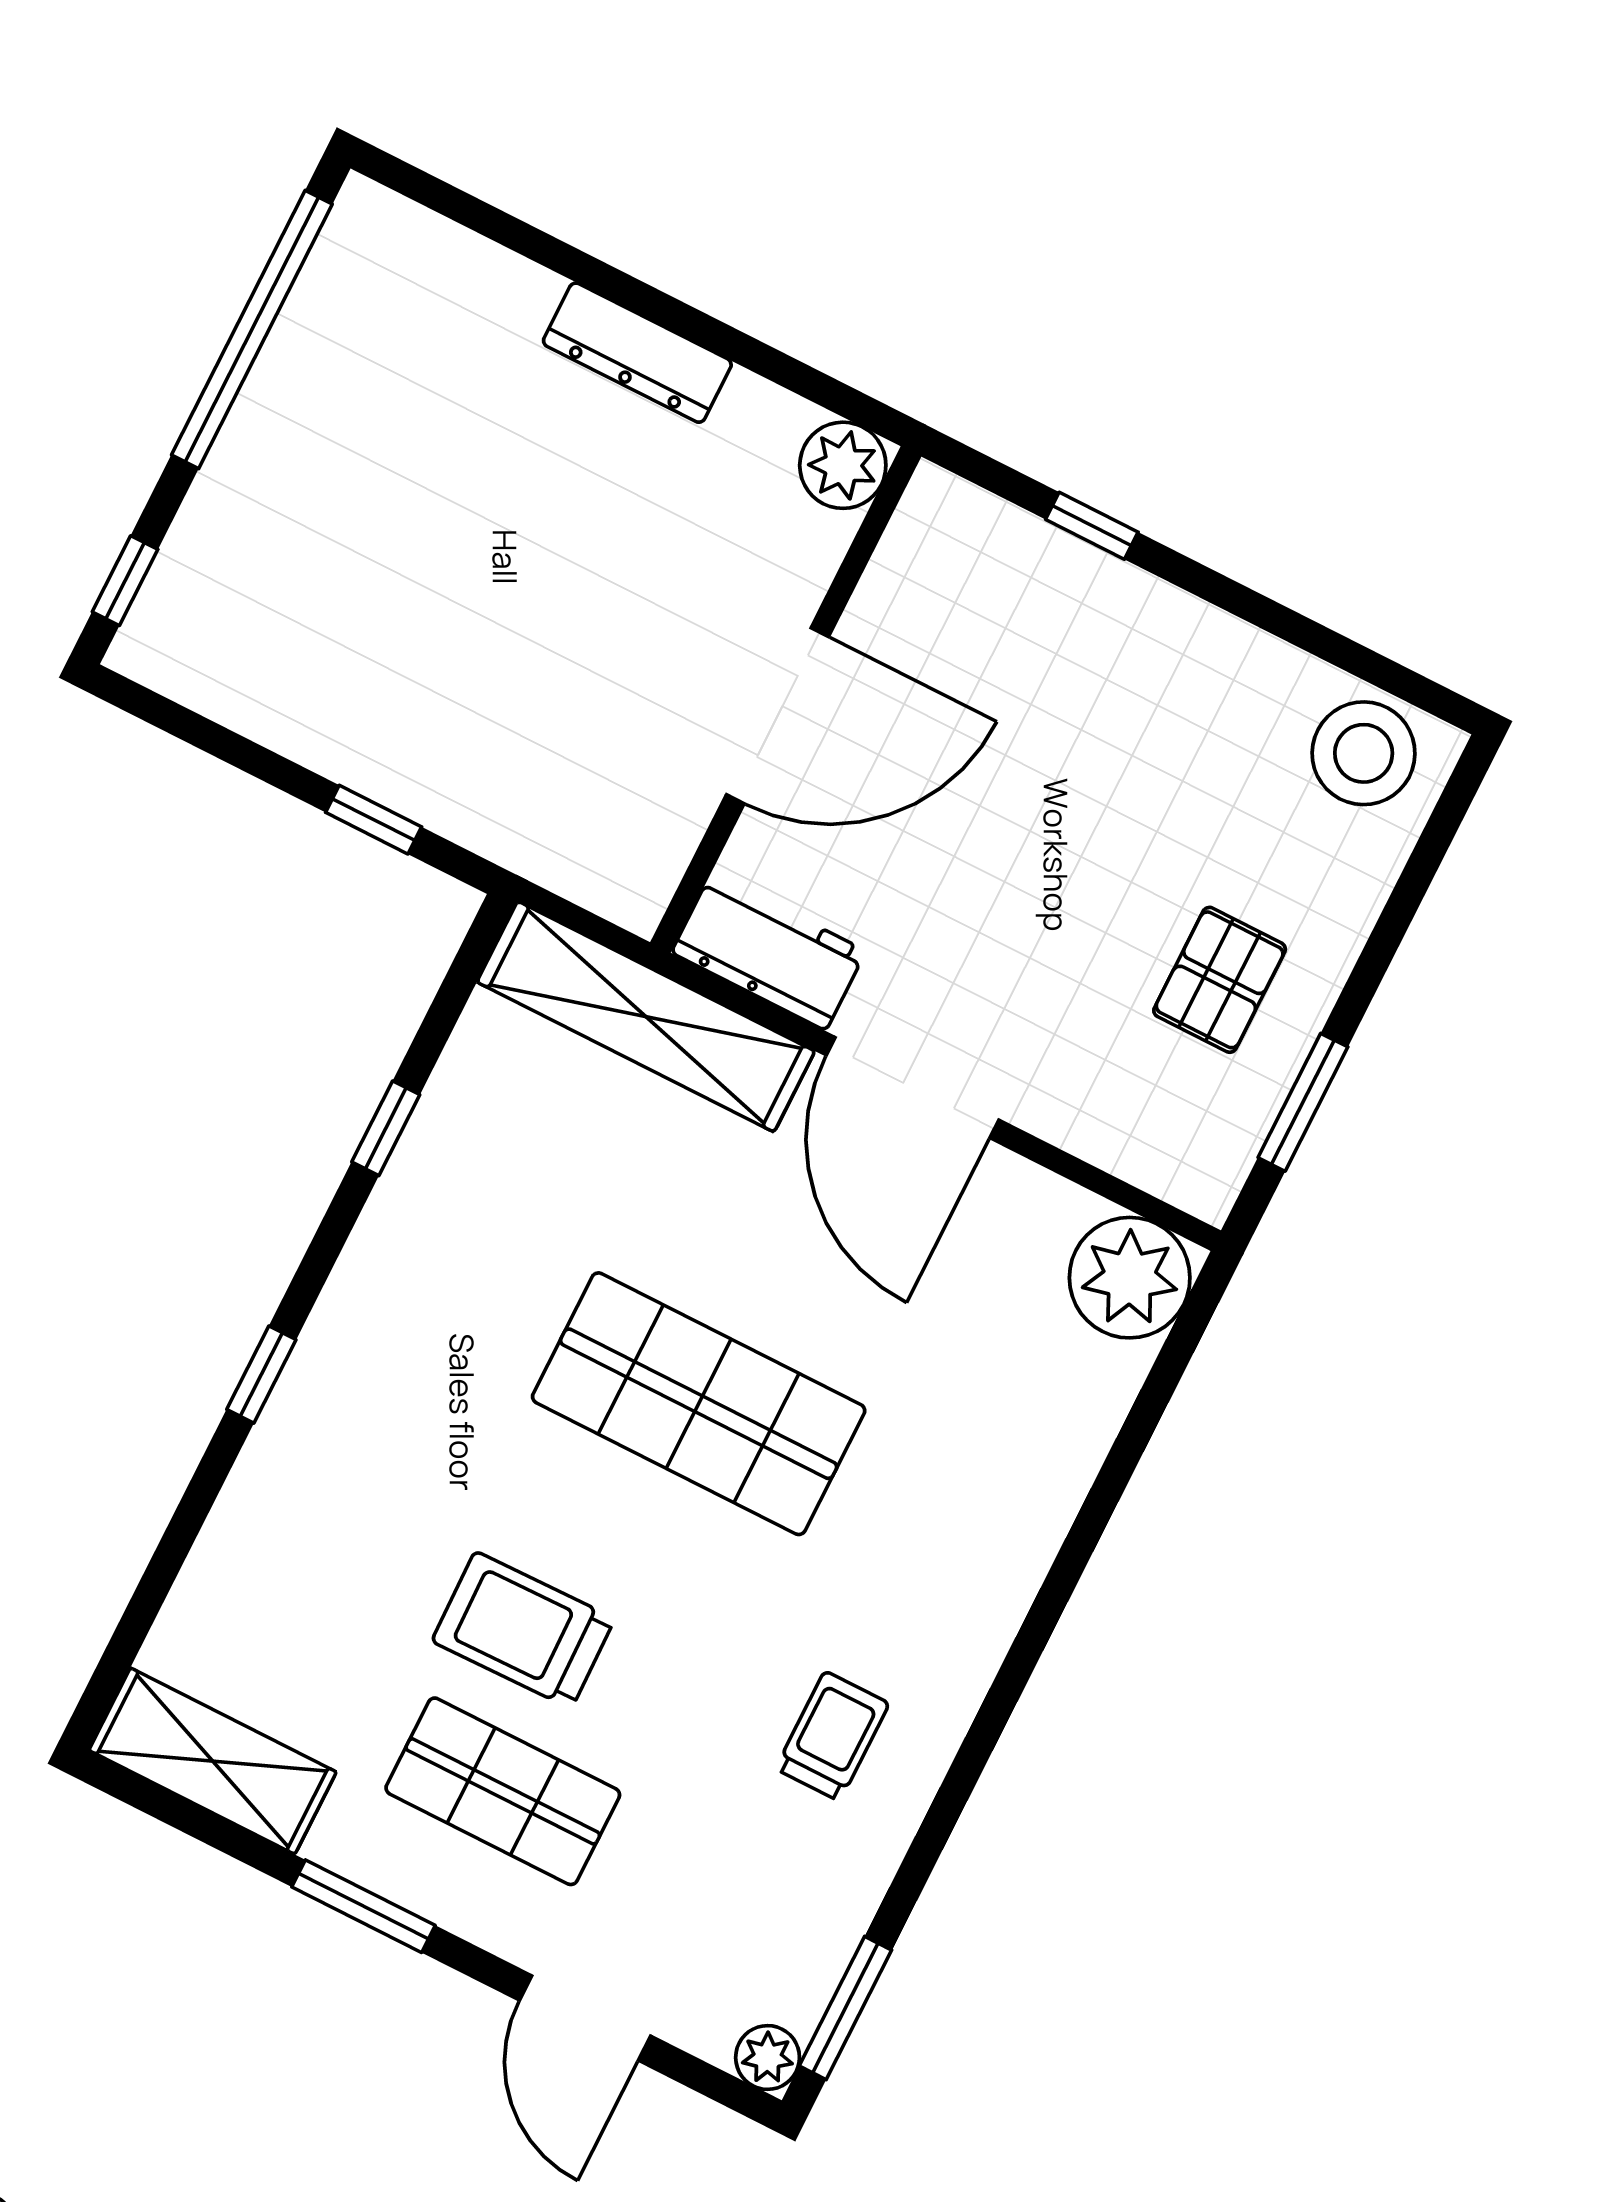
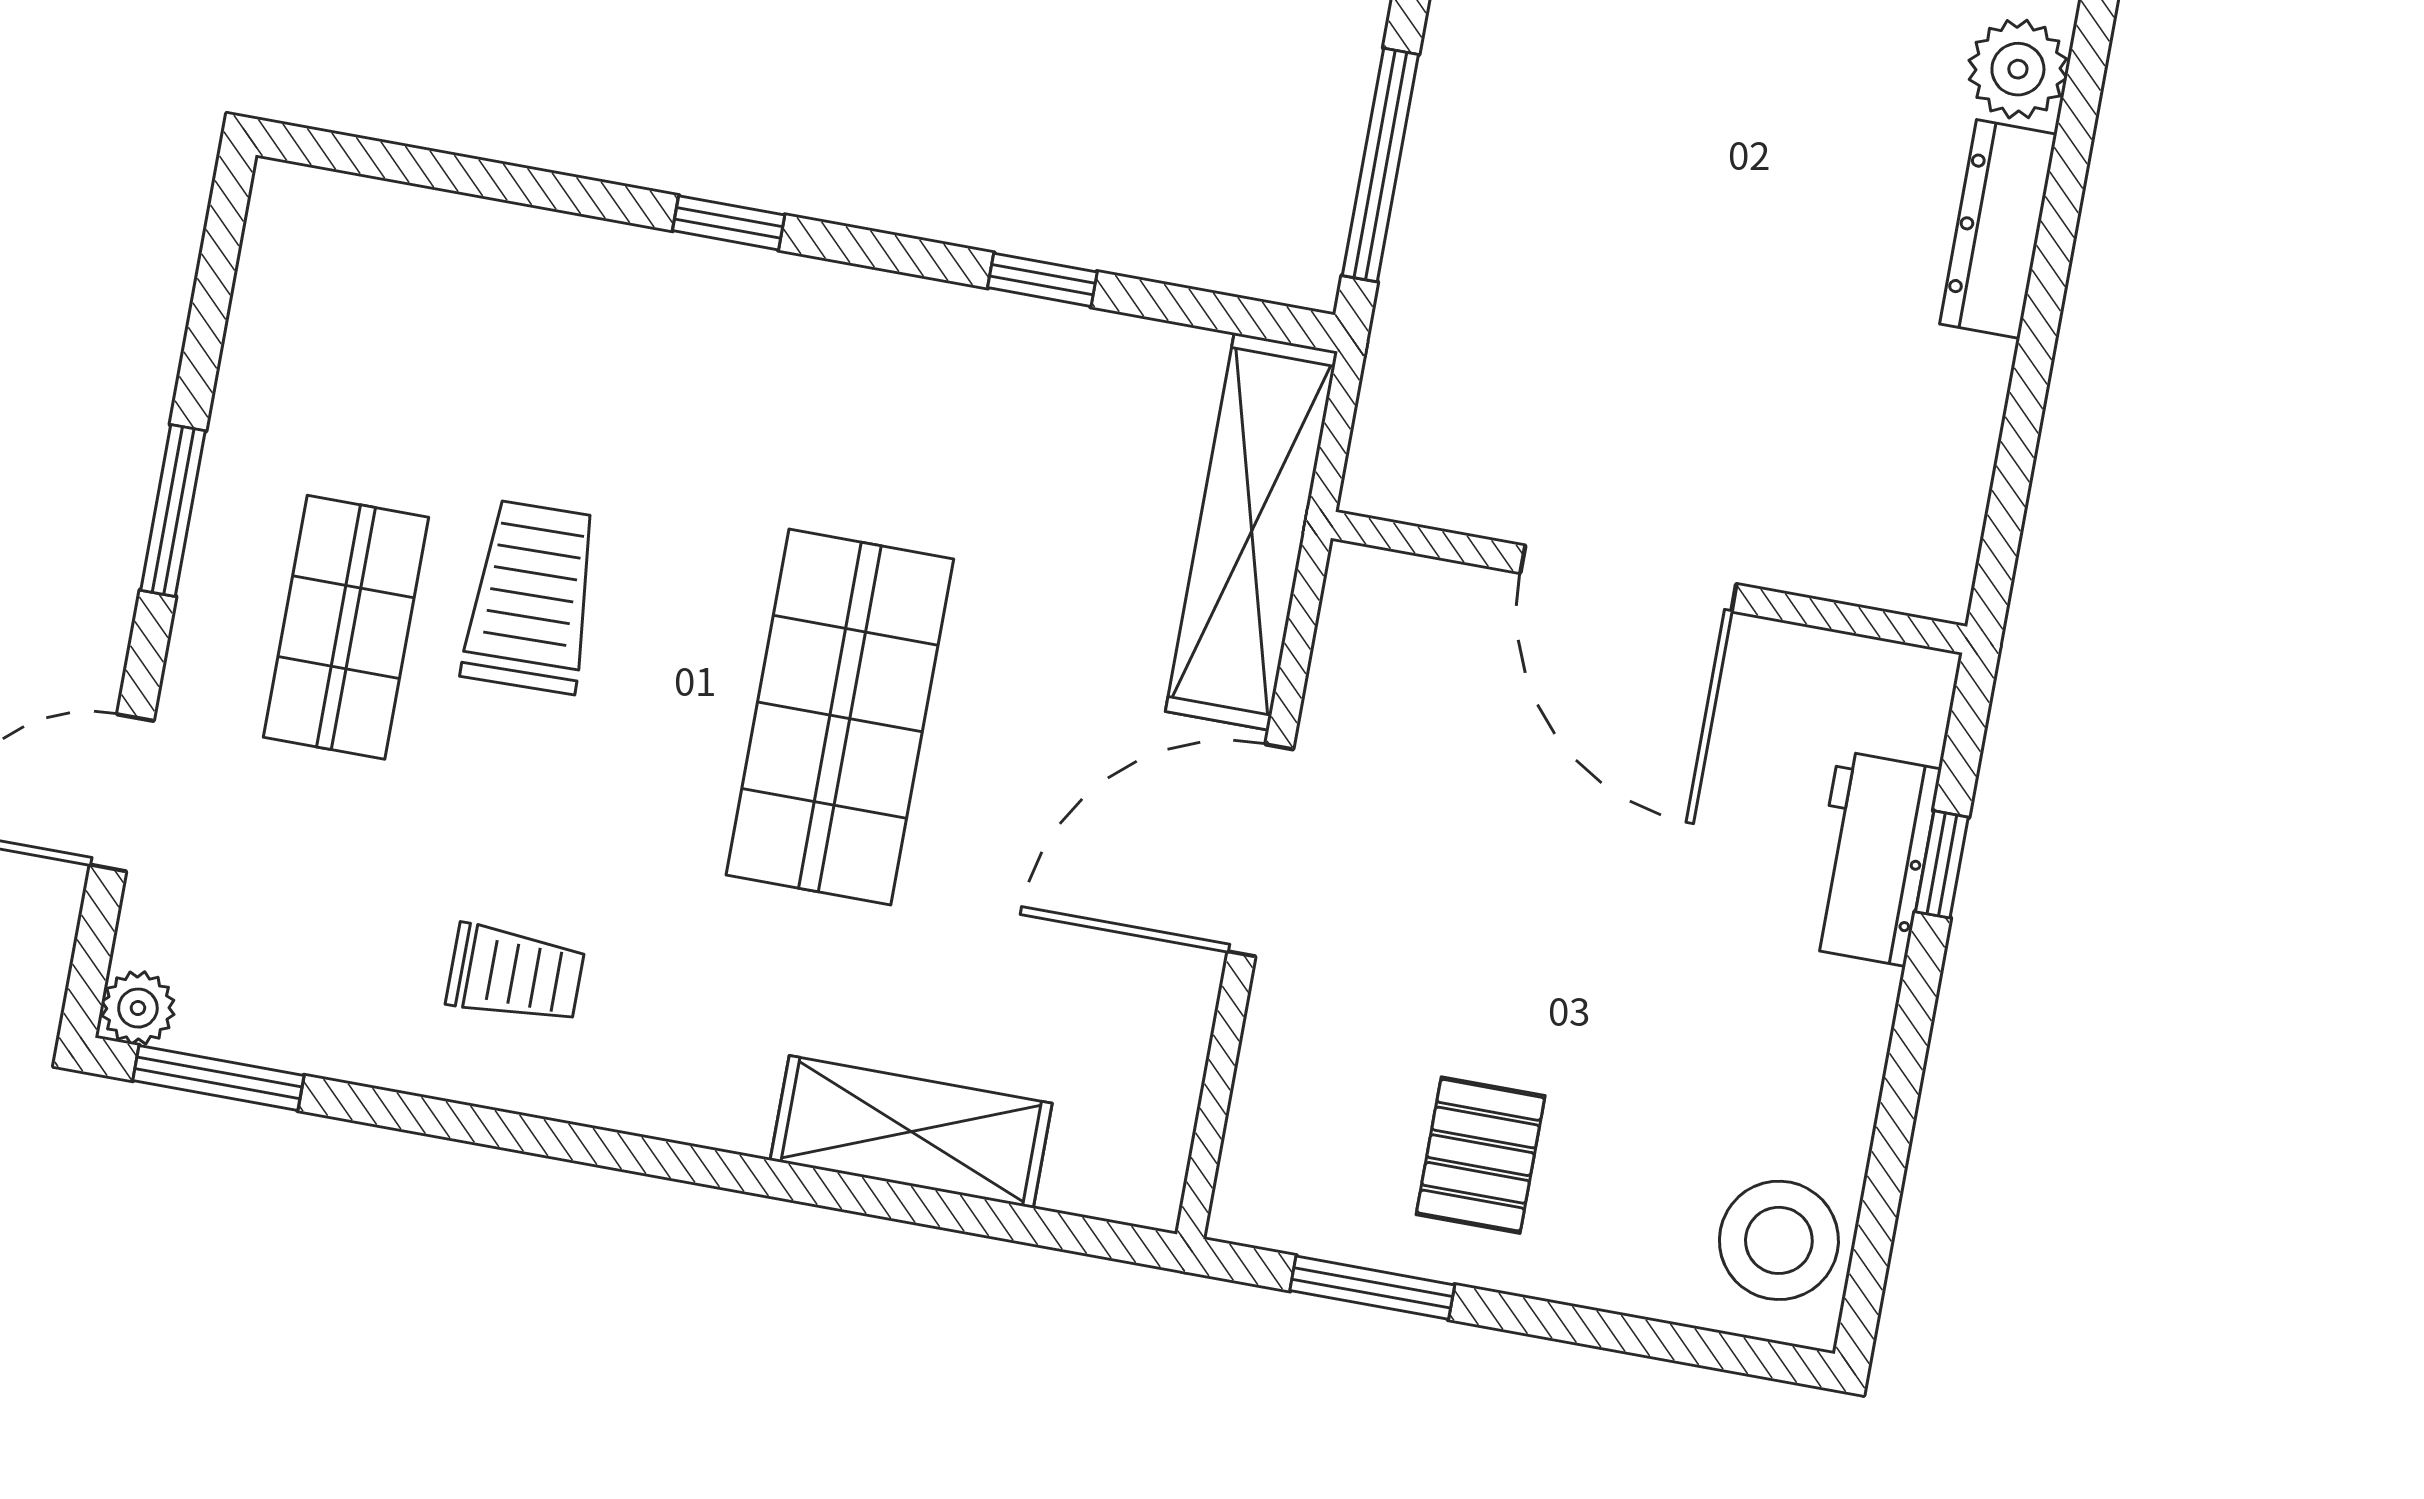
dresser: (637, 353) -> (1998, 229), moved
plant: (843, 465) -> (2018, 69), moved
window: (374, 820) -> (1380, 165), width x2.17
workbench: (769, 952) -> (1872, 858), moved, turned 180
pallet: (1220, 980) -> (1481, 1155), turned 90
plant: (1130, 1278) -> (1121, 1153), removed
shelving: (213, 1761) -> (911, 1132), moved, turned 90

